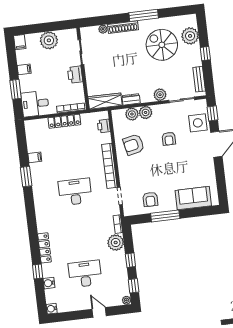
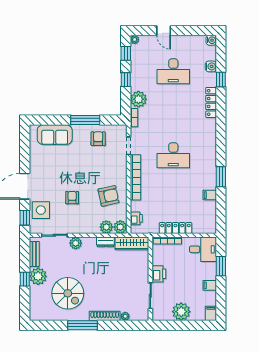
plant: (190, 36) -> (38, 276), moved
plant: (146, 112) -> (120, 227), moved

